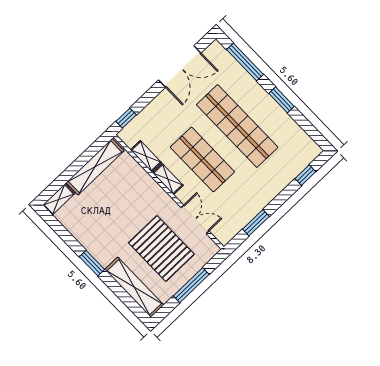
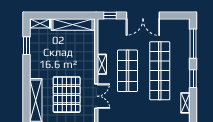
double door: (180, 67) -> (143, 16), moved
shelving: (146, 156) -> (185, 103), moved
window: (92, 263) -> (27, 46), moved

